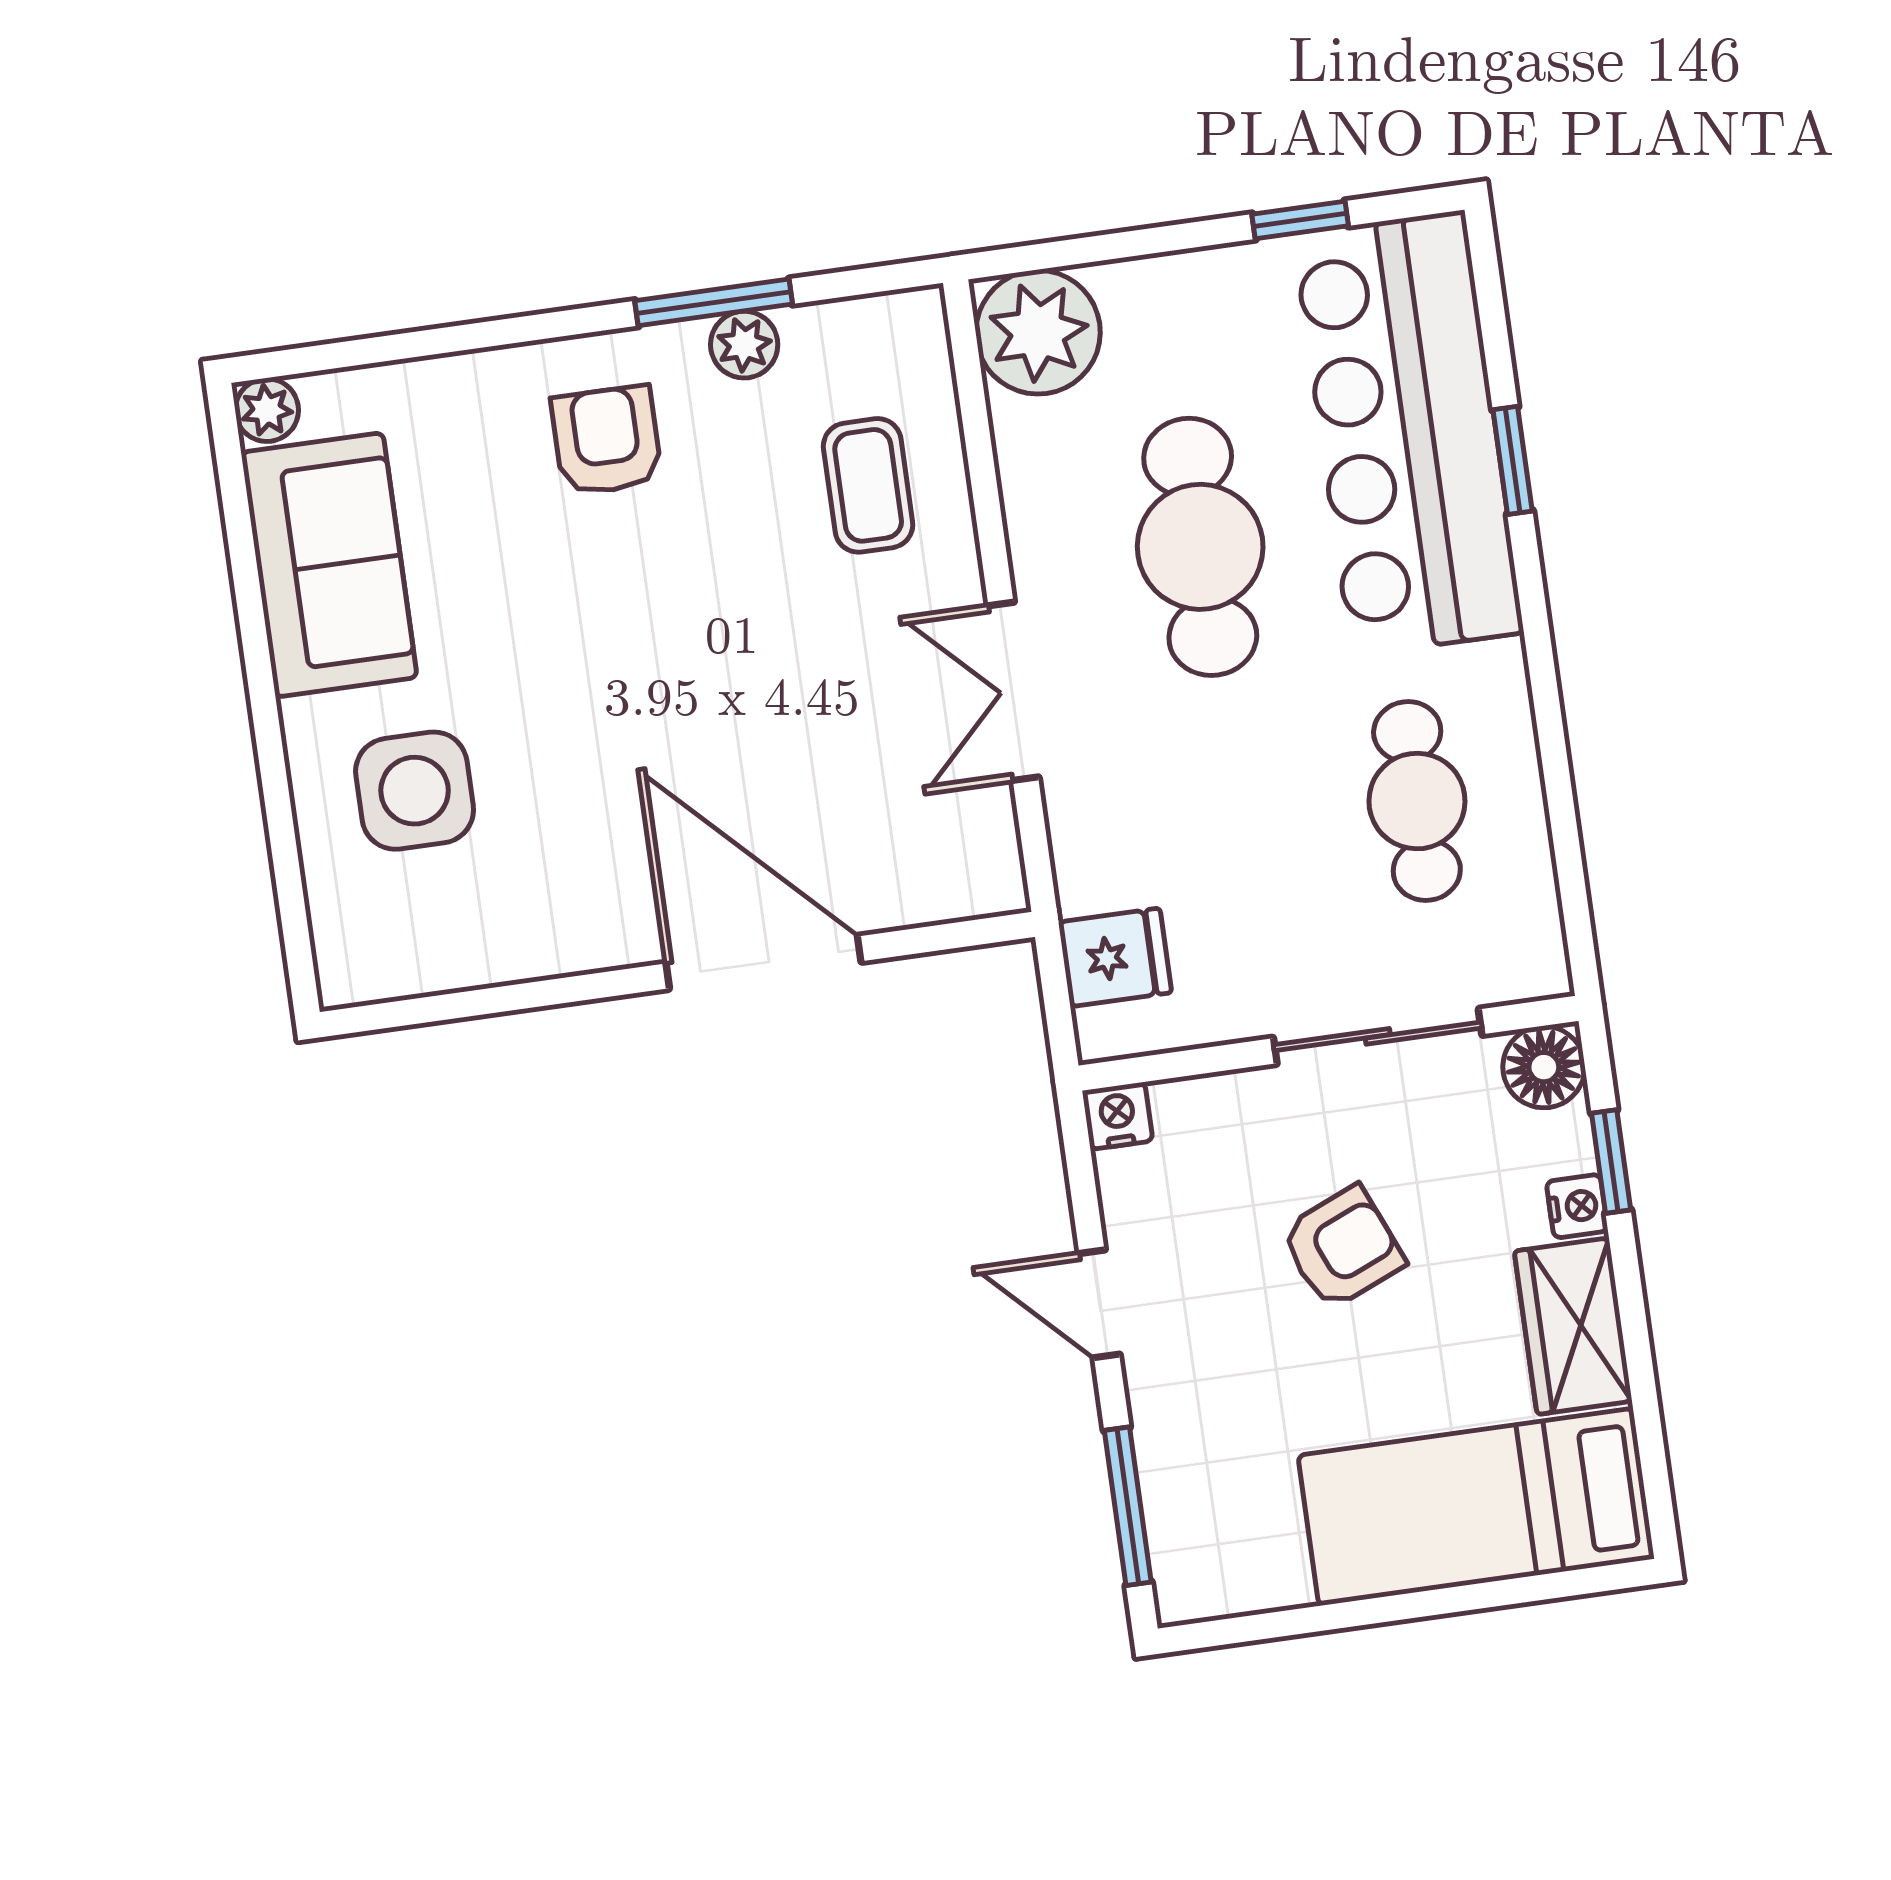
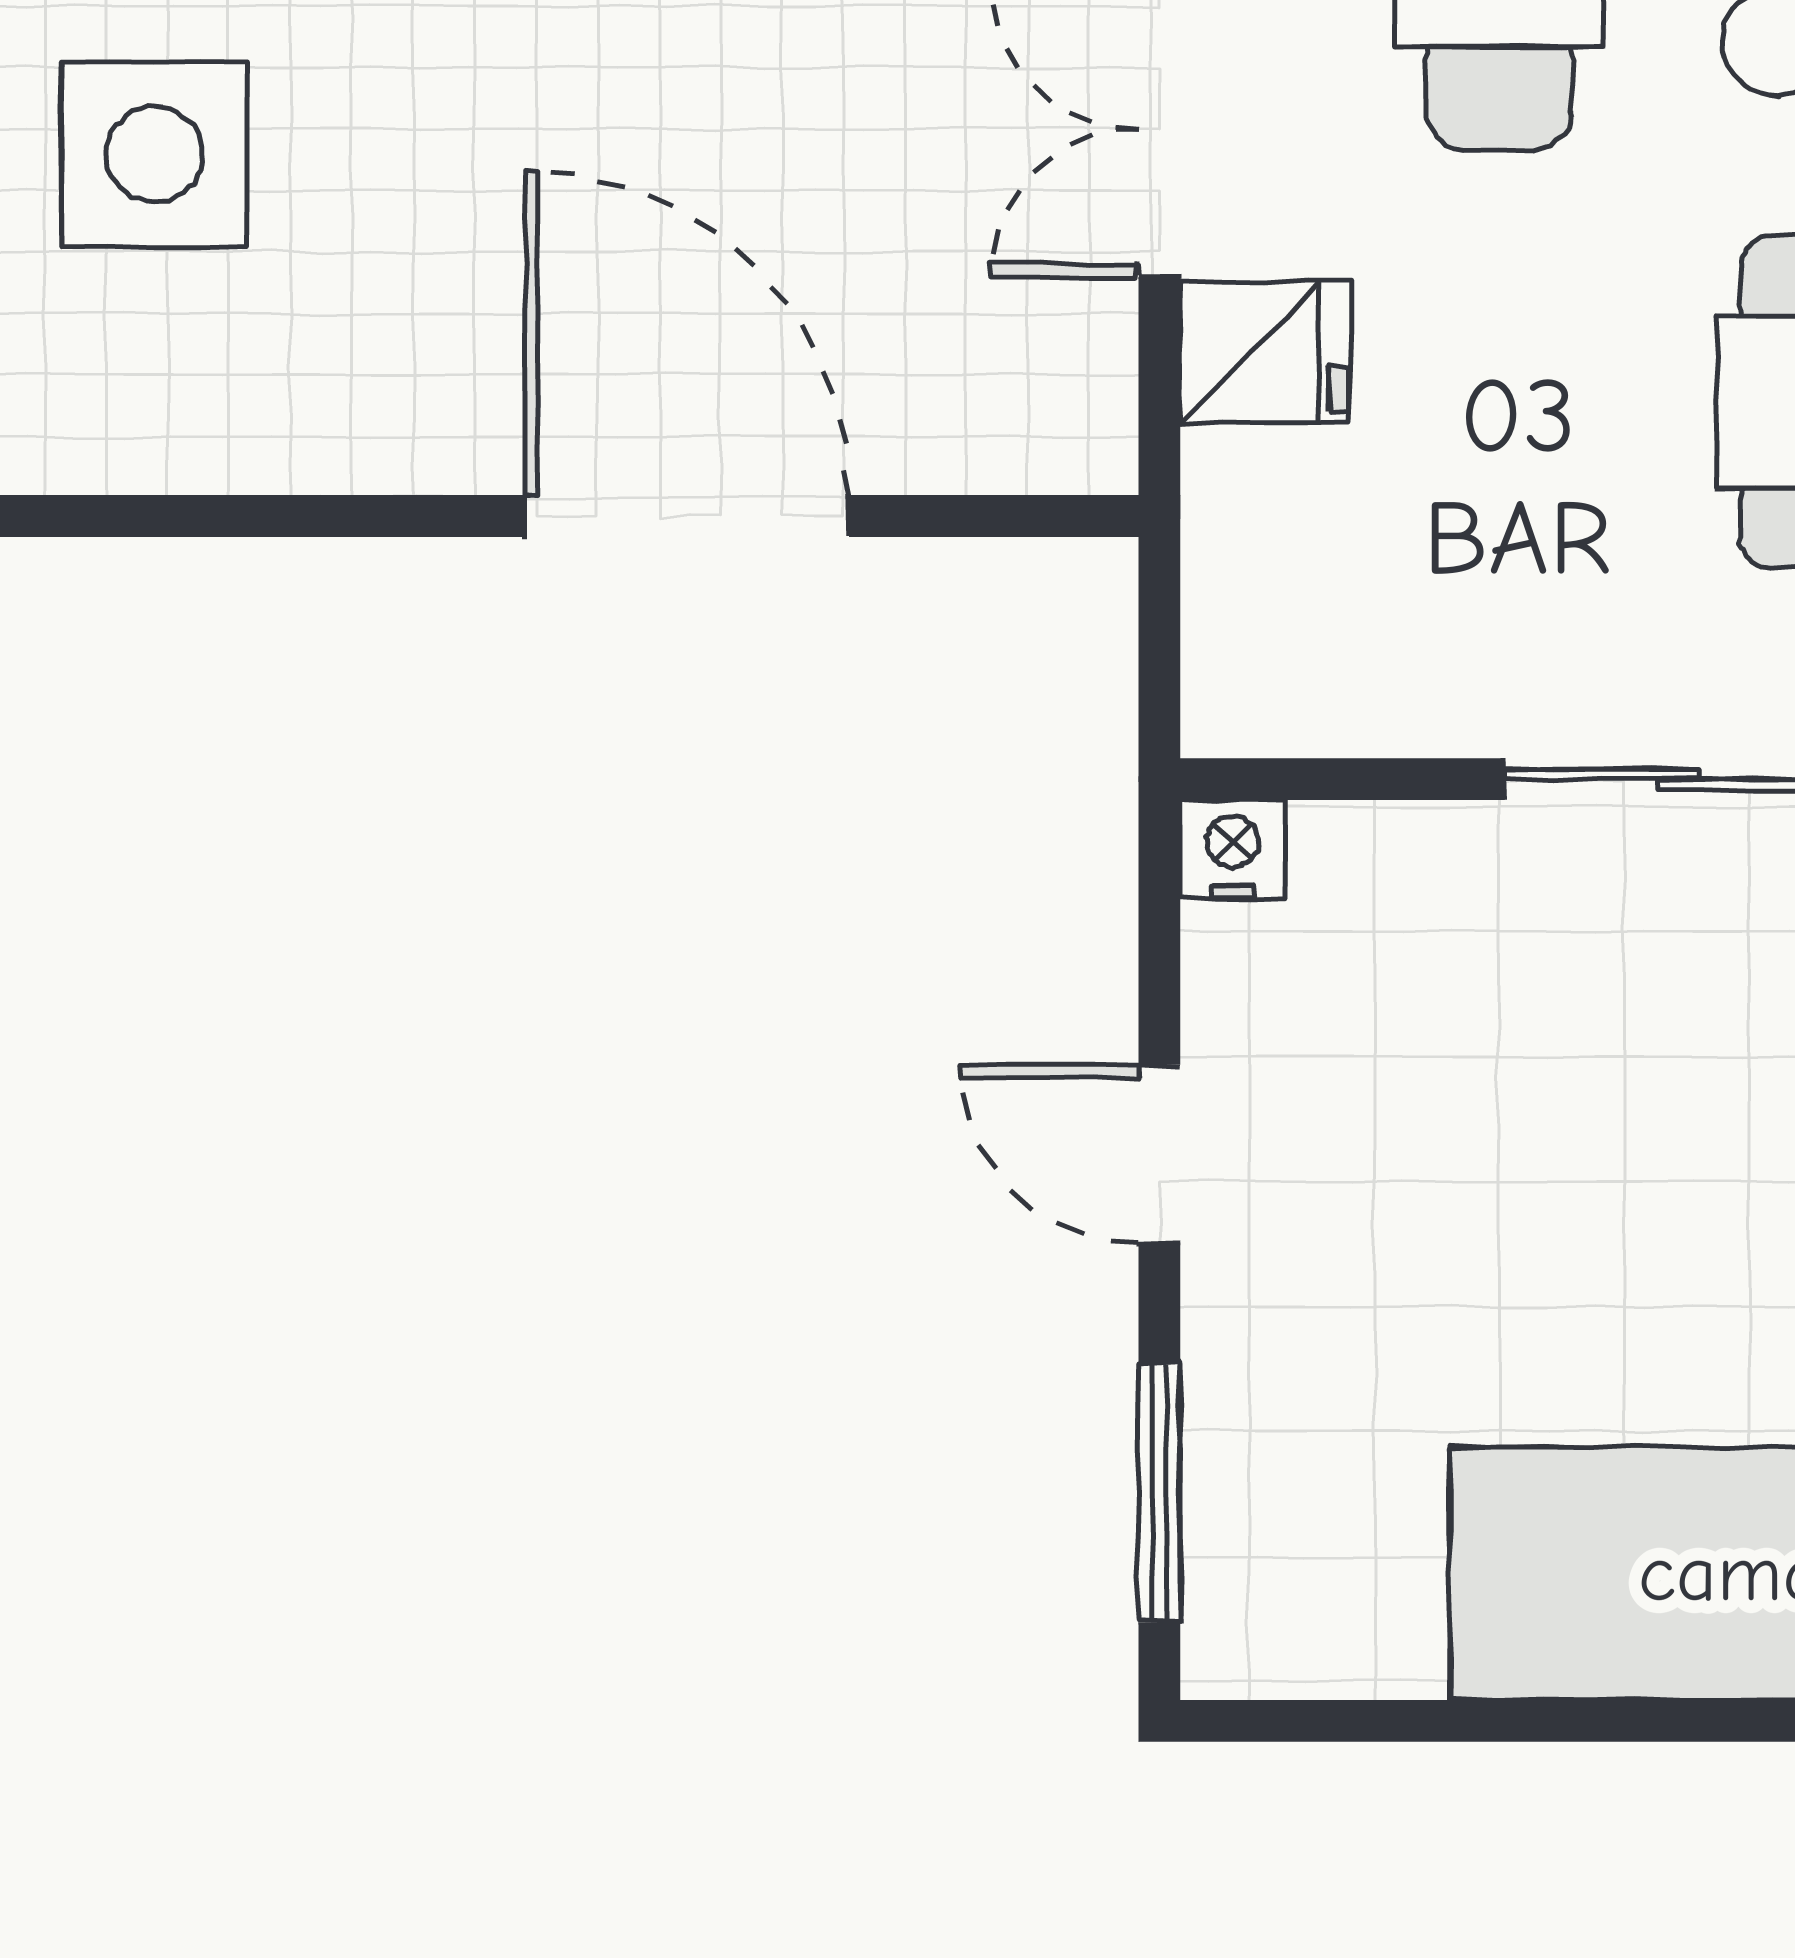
fridge: (1115, 957) -> (1265, 353), moved
armchair: (1342, 1248) -> (1571, 1118), removed

